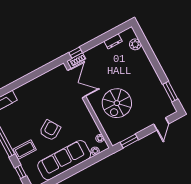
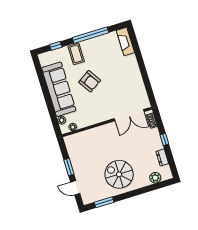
window: (76, 53) -> (164, 139), moved
spiral stairs: (117, 103) -> (119, 174), moved
window: (129, 141) -> (69, 167), moved

